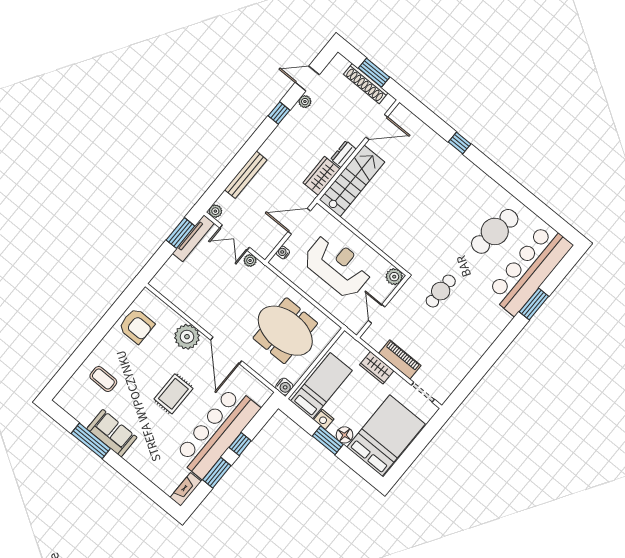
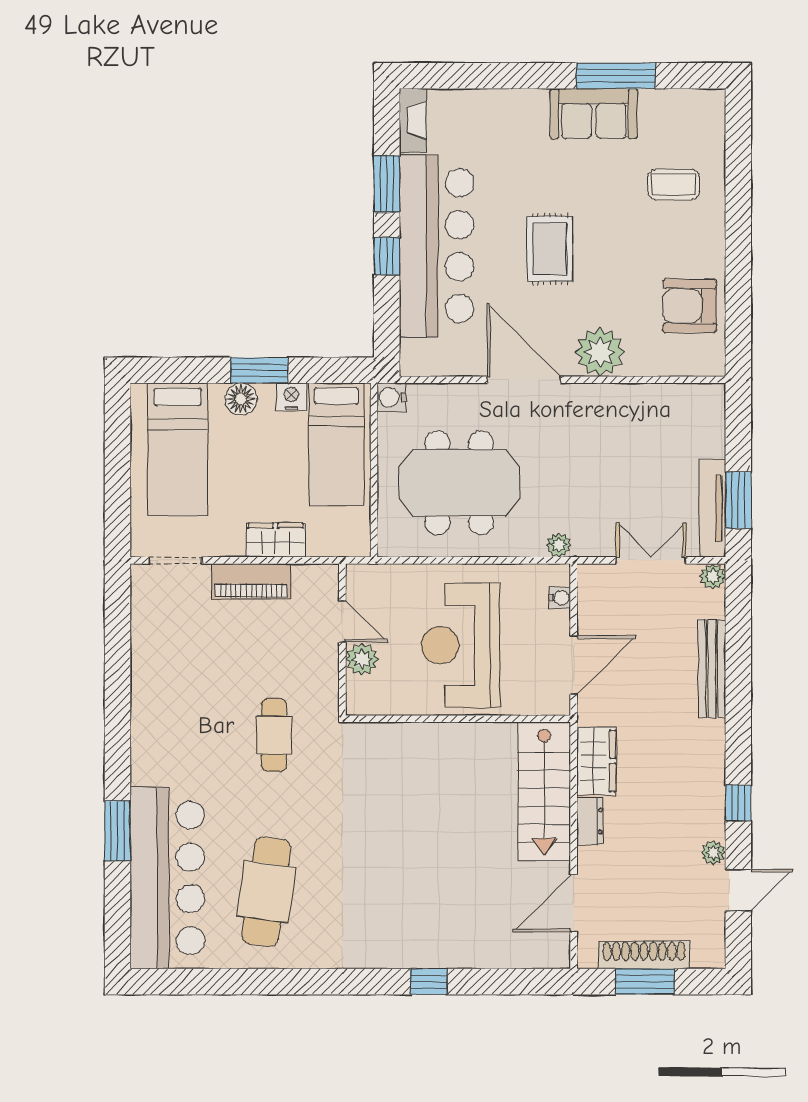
plant: (250, 260) -> (559, 545), moved
reception desk: (338, 266) -> (461, 645), turned 90
plant: (394, 277) -> (362, 659), moved
bed: (386, 436) -> (178, 449), width x0.67

